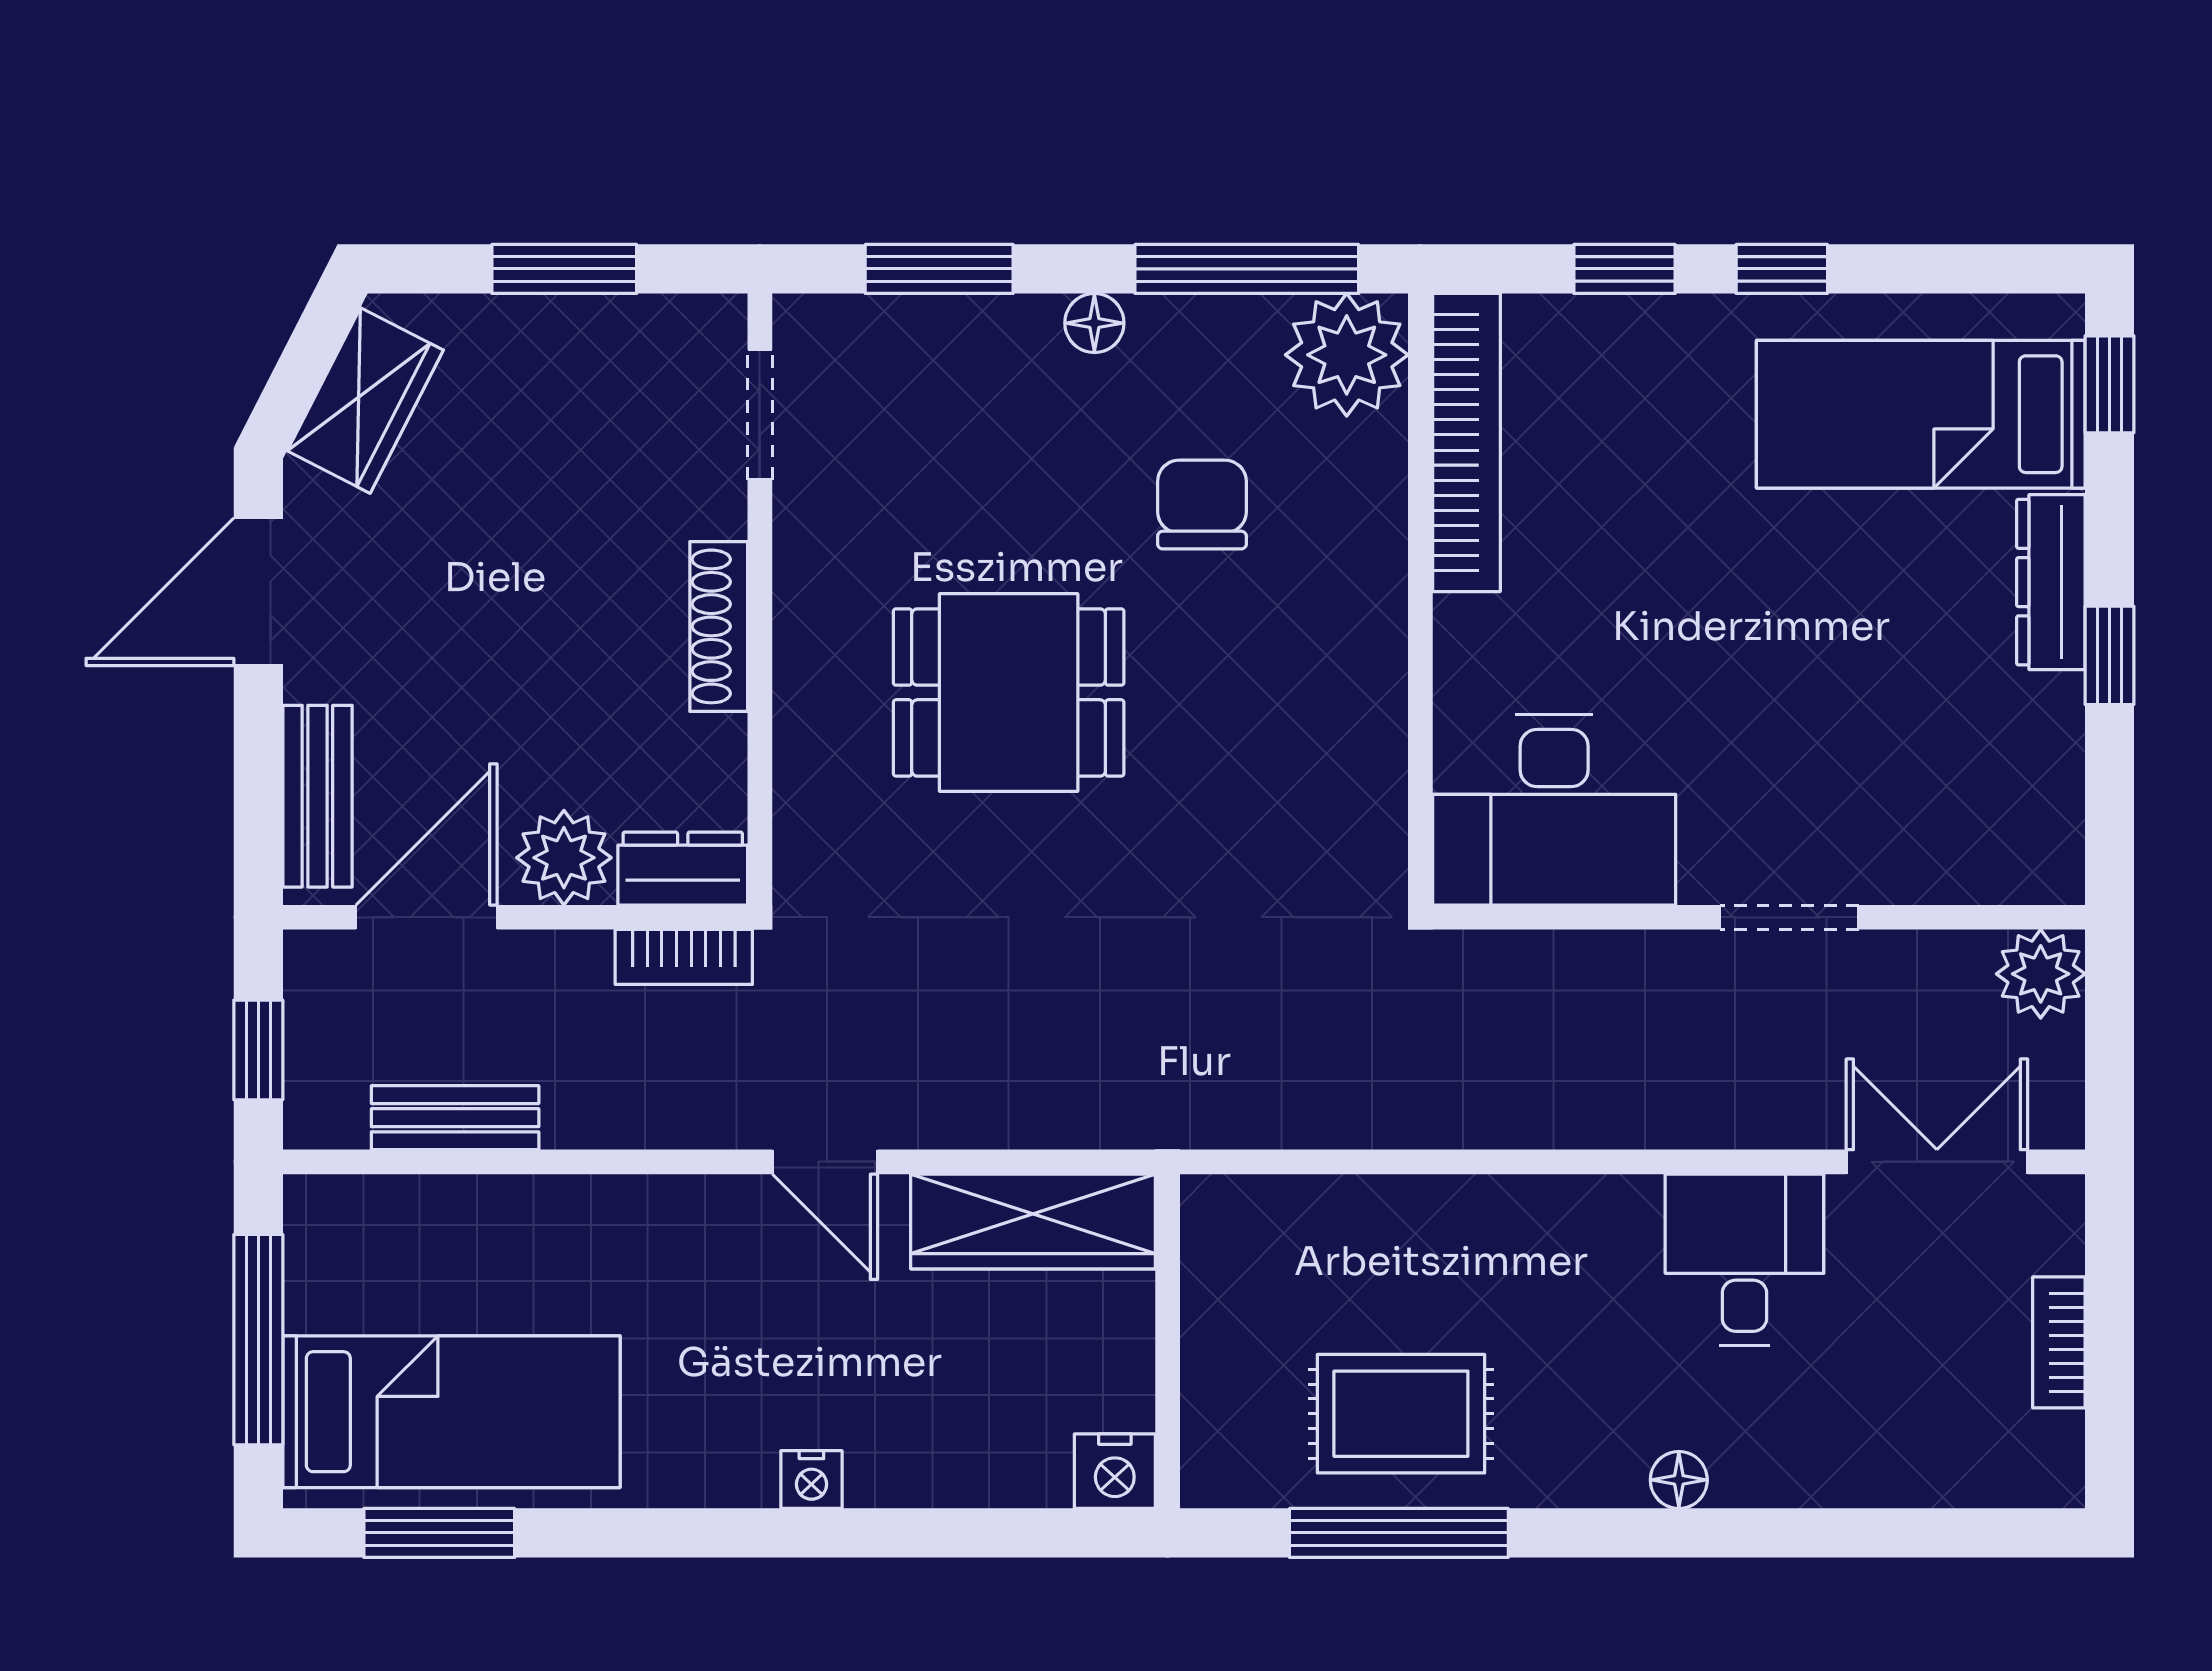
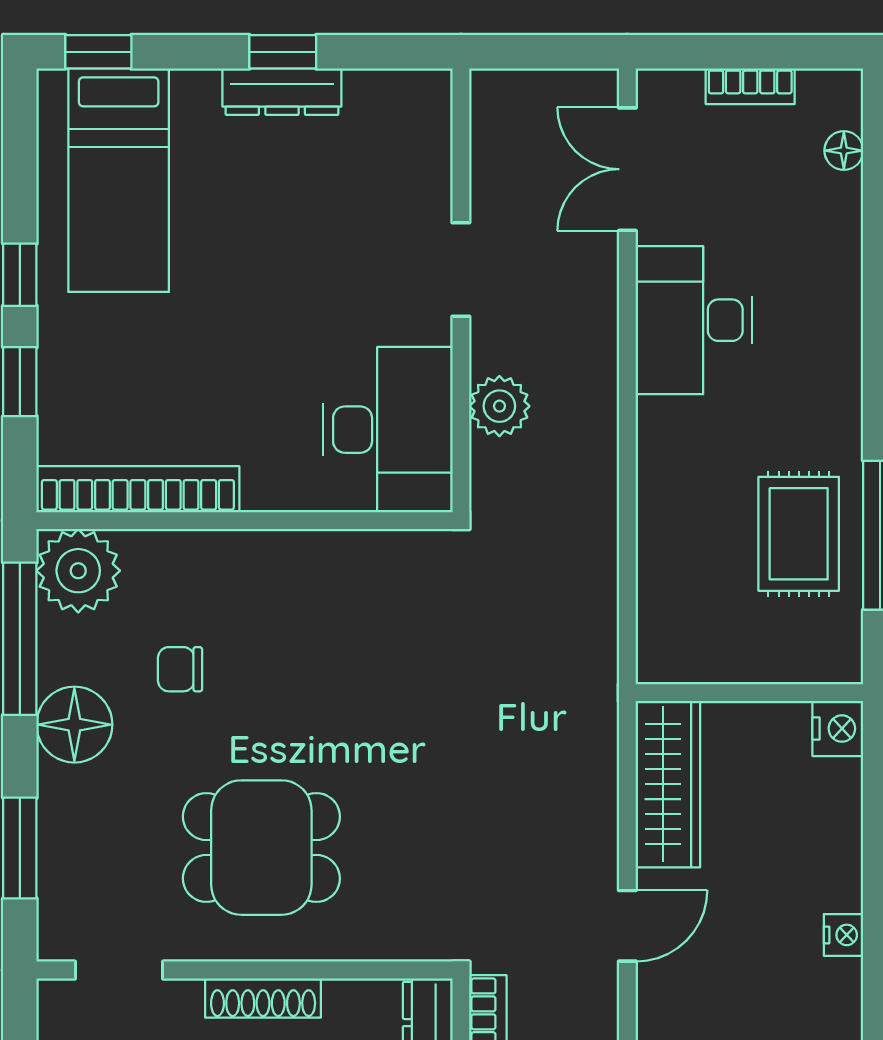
floor lamp: (1094, 323) -> (74, 725), width x1.89, depth x1.89
chair: (1202, 505) -> (180, 669), width x0.73, depth x0.73
dresser: (2051, 582) -> (282, 92), moved
dining table: (1009, 692) -> (261, 848), moved, turned 90
plant: (2041, 974) -> (499, 406), moved
desk: (1744, 1260) -> (694, 320), width x1.37
floor lamp: (1679, 1480) -> (844, 151), moved

